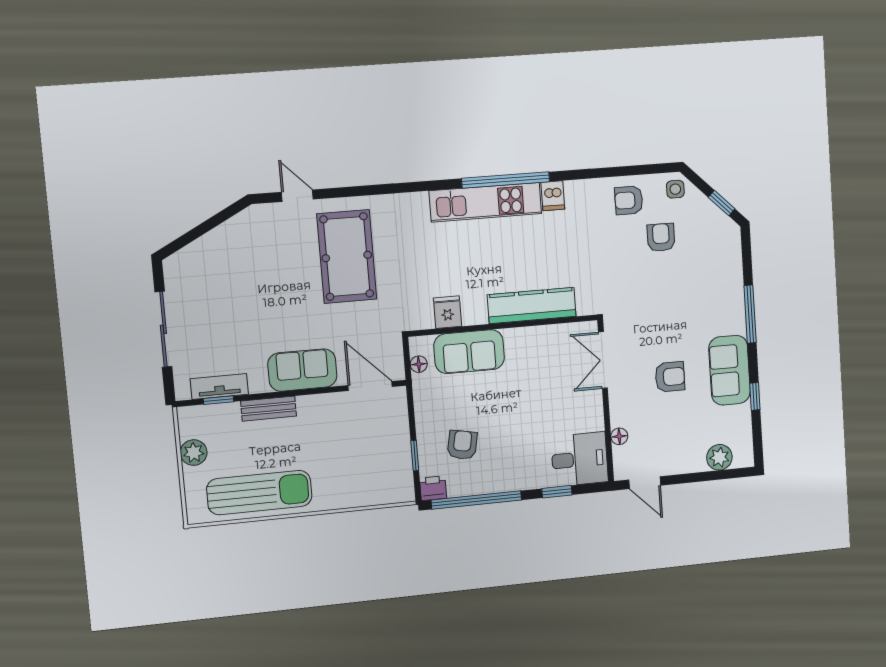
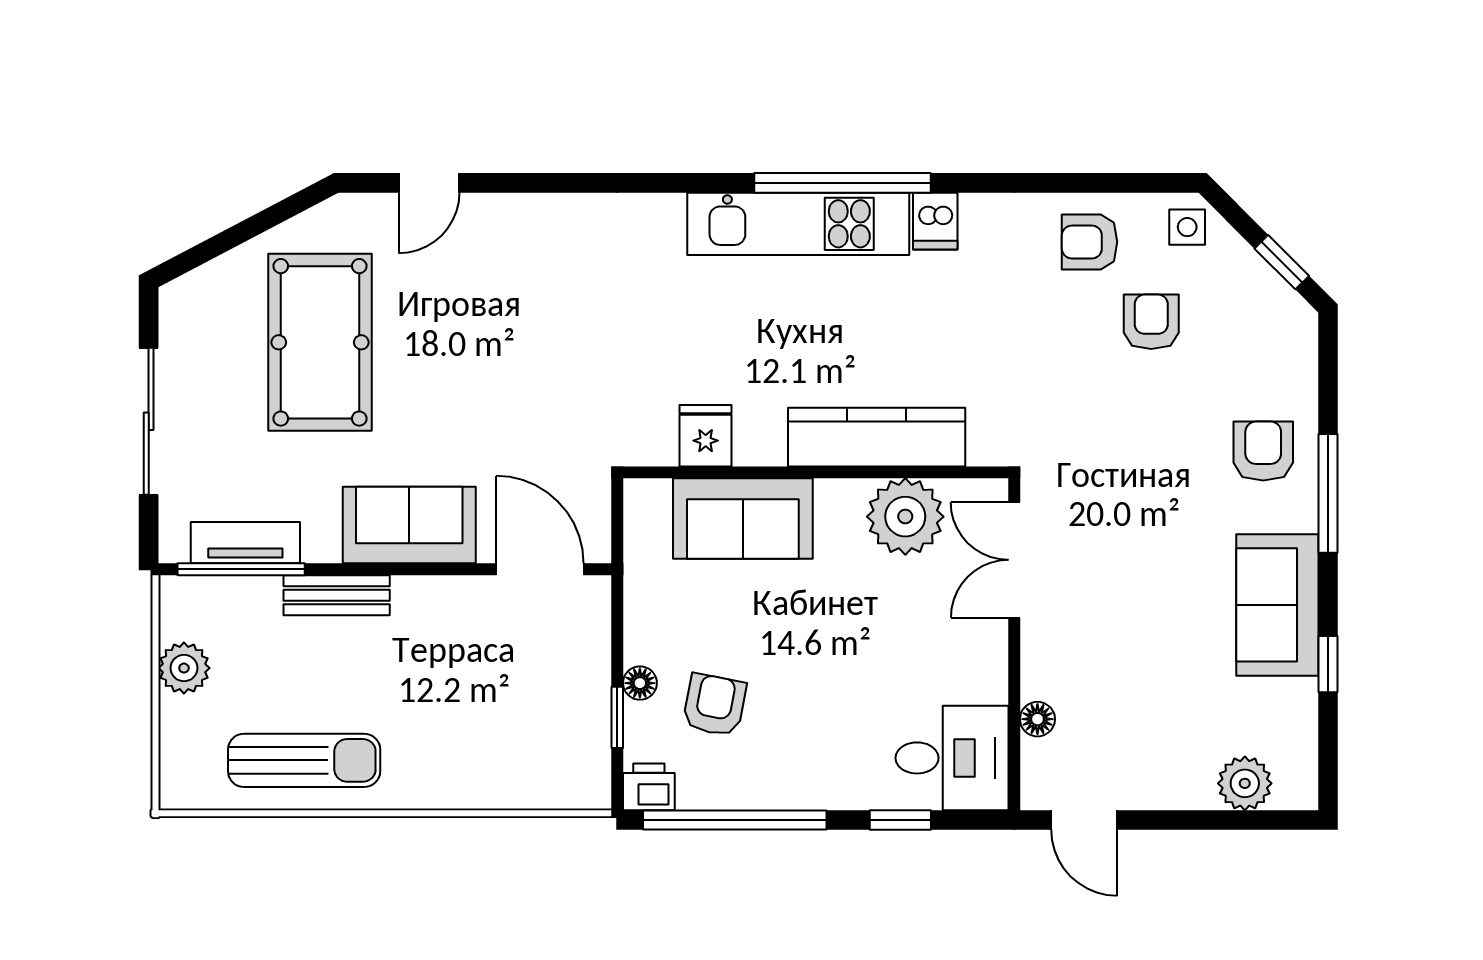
door: (297, 196) -> (429, 183), swing flipped
pool table: (347, 257) -> (320, 342), moved
plant: (549, 344) -> (905, 517), added
floor lamp: (419, 364) -> (640, 683), moved
armchair: (670, 377) -> (1263, 451), moved, turned -90
window: (218, 400) -> (241, 569), width x2.17
sun lounger: (259, 493) -> (304, 760), width x0.73, depth x0.75

